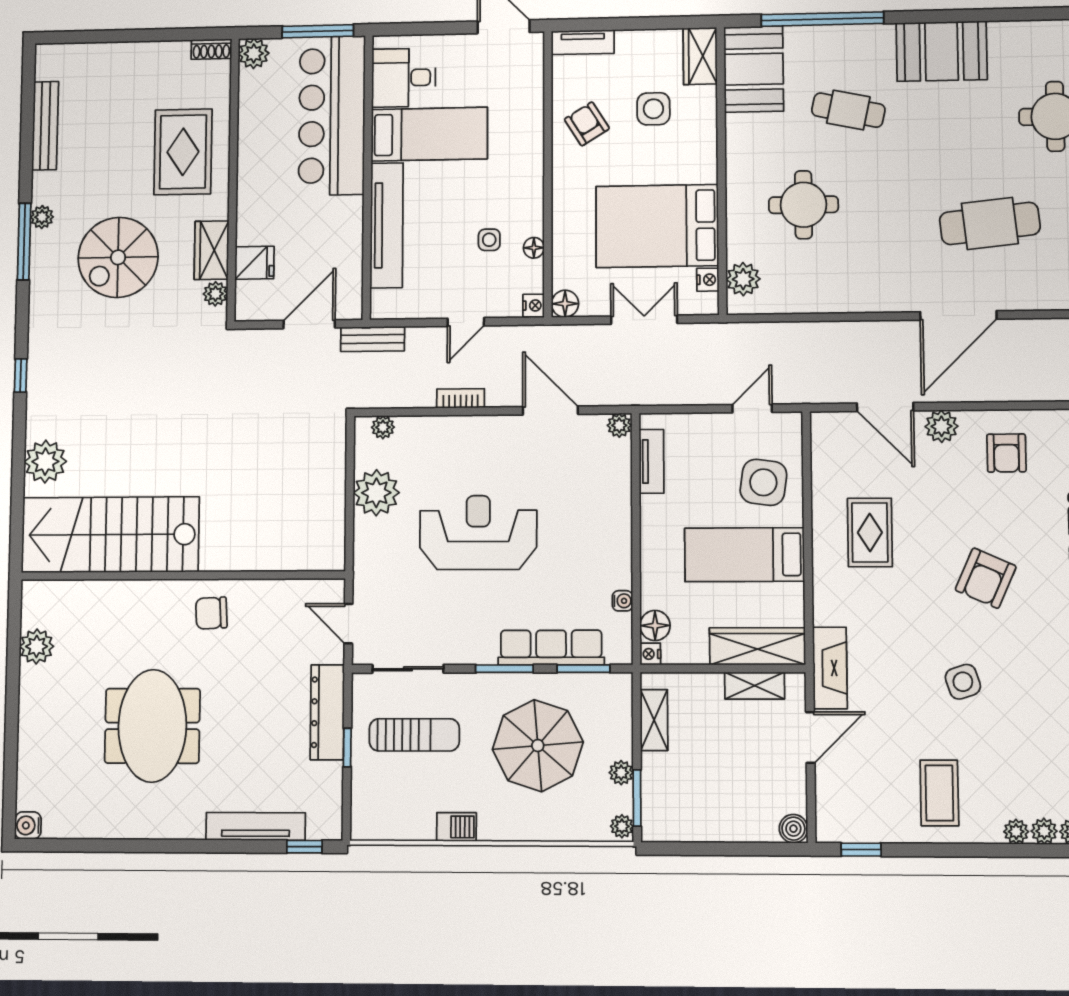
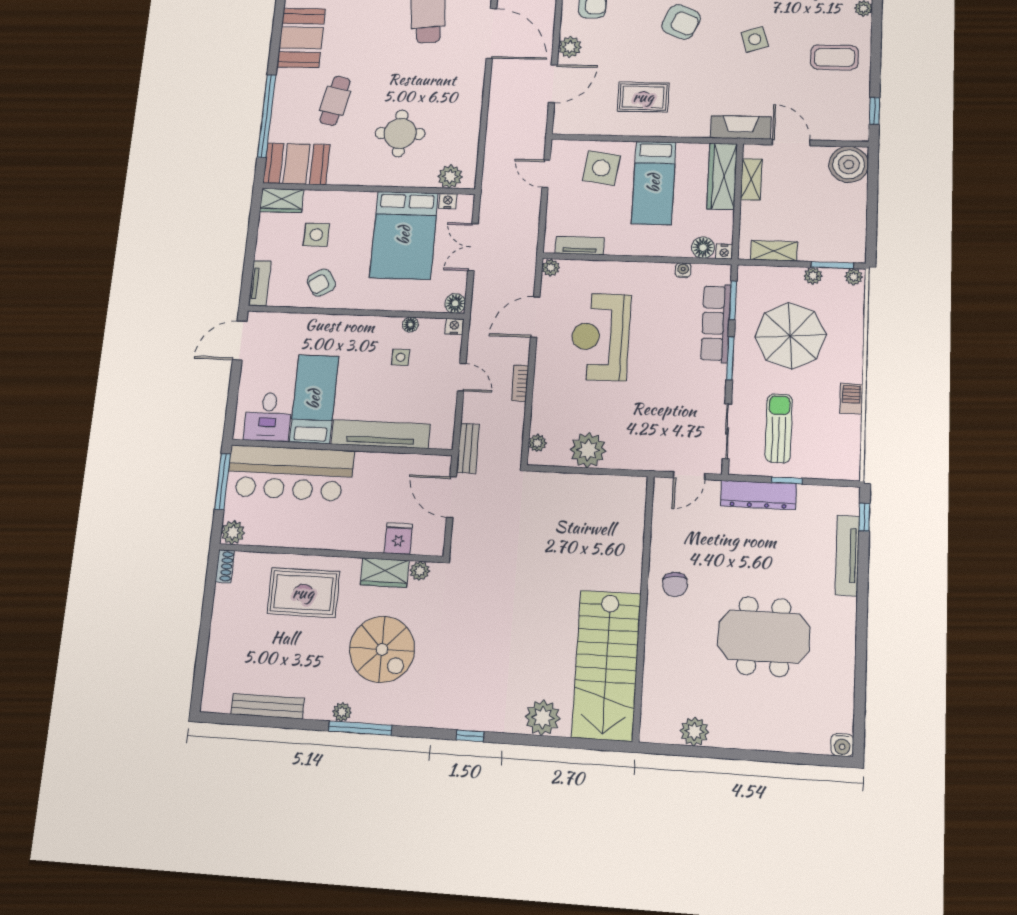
reception desk: (478, 533) -> (600, 337), moved
boiler: (793, 829) -> (849, 164), width x1.86, depth x1.86

